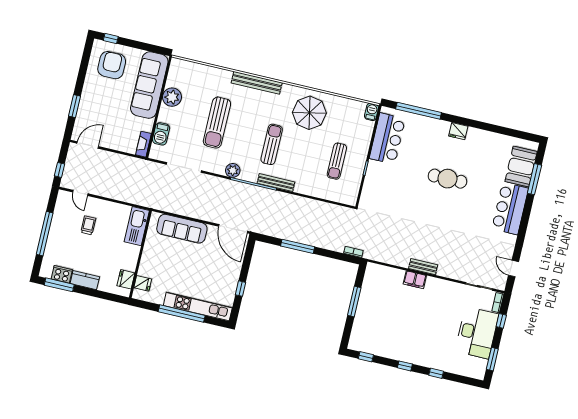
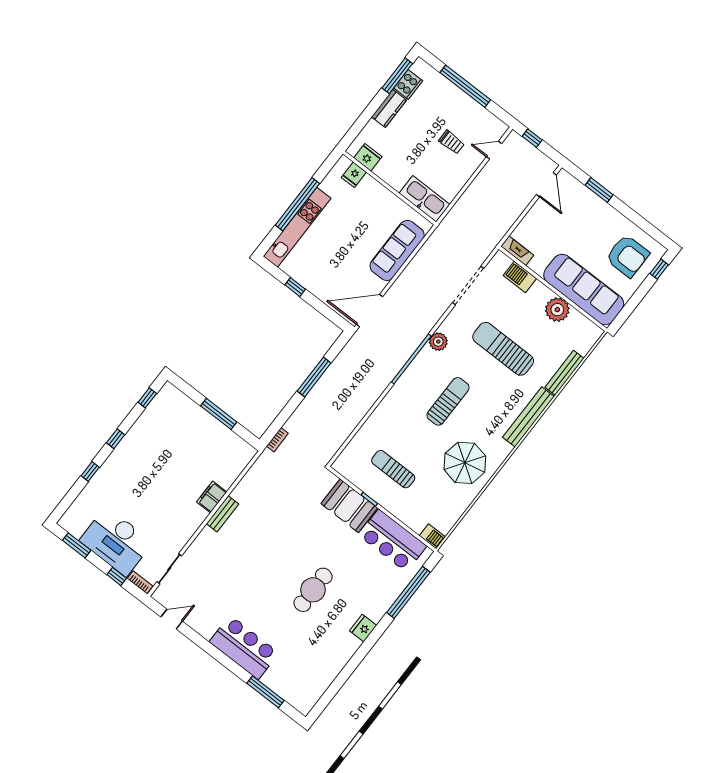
sun lounger: (272, 144) -> (448, 401), turned -90
booth: (521, 167) -> (349, 506), moved
bench: (276, 183) -> (564, 373), moved

